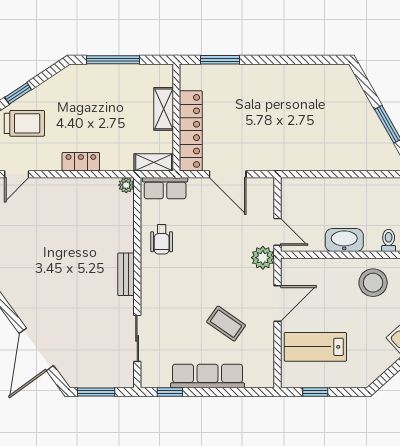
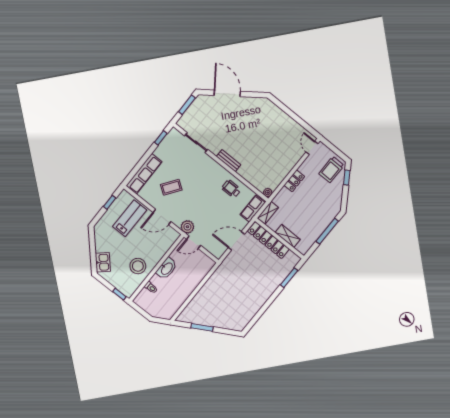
door: (277, 304) -> (162, 217), hinge flipped
row of seats: (208, 376) -> (144, 174), moved

